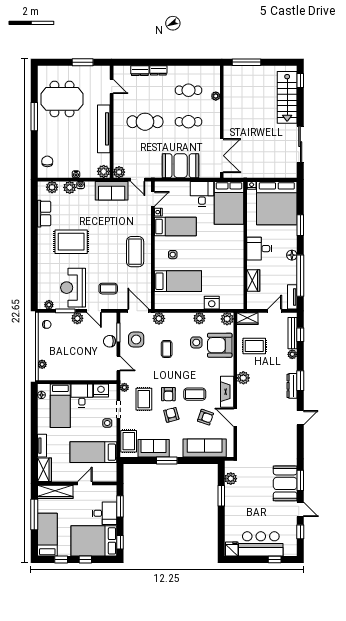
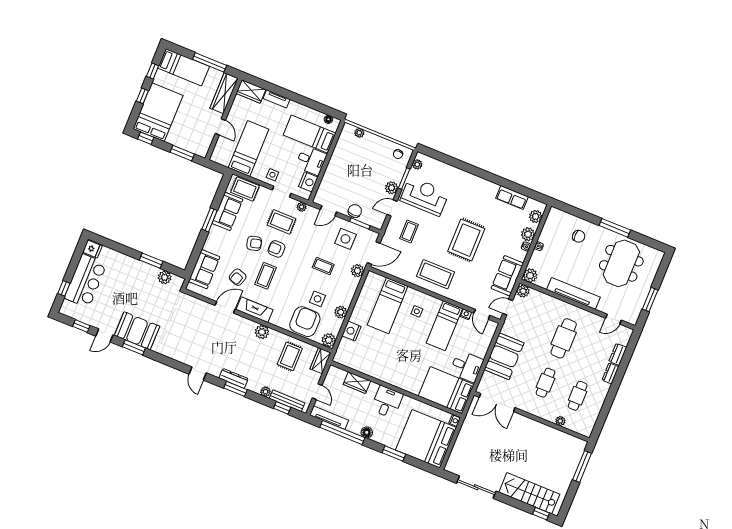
chair: (47, 161) -> (579, 236), moved
rug: (71, 242) -> (466, 240), moved
tv unit: (292, 297) -> (329, 418), width x1.41
sofa: (205, 448) -> (204, 269), width x0.73
desk: (104, 513) -> (182, 134), removed

